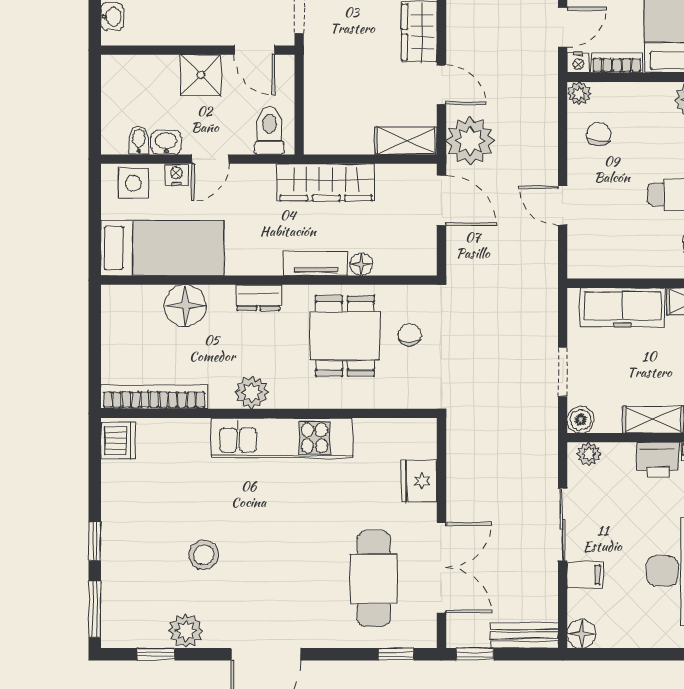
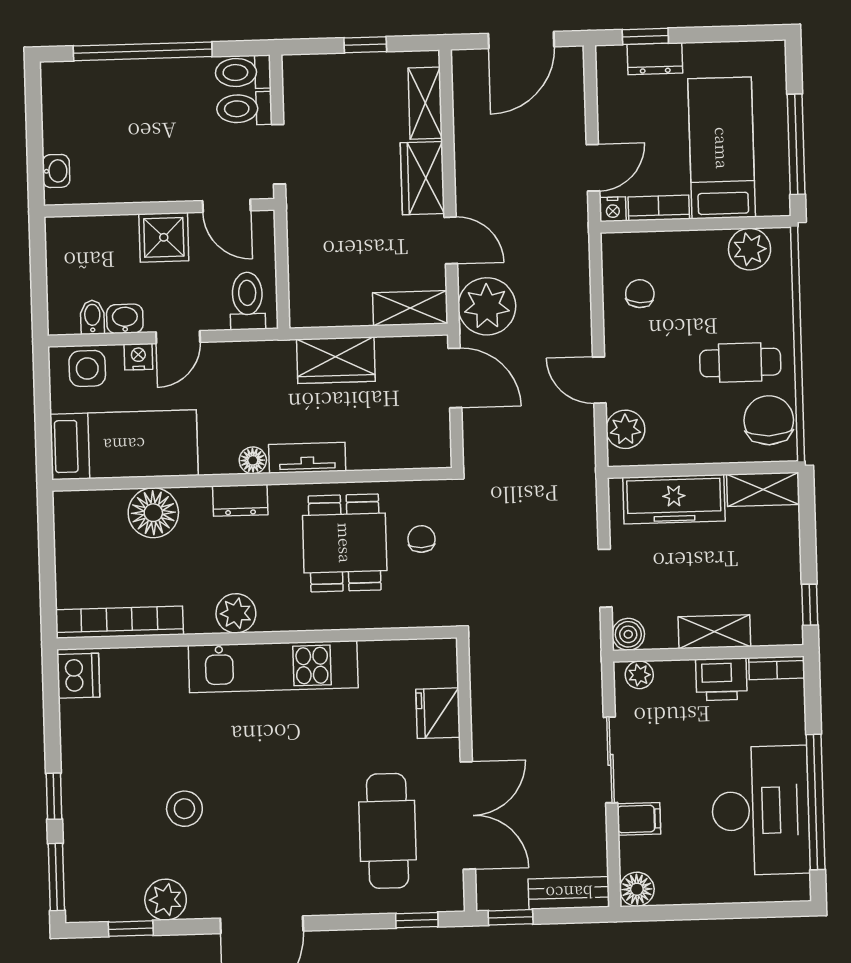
plant: (579, 94) -> (625, 429), moved, width x1.38, depth x1.38
wardrobe: (326, 182) -> (336, 360), width x0.67
floor lamp: (361, 264) -> (253, 460), moved

